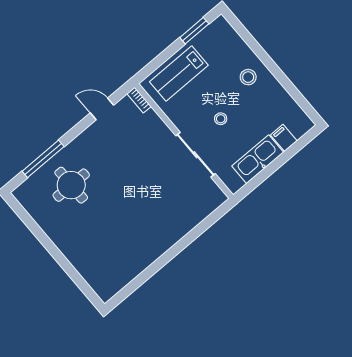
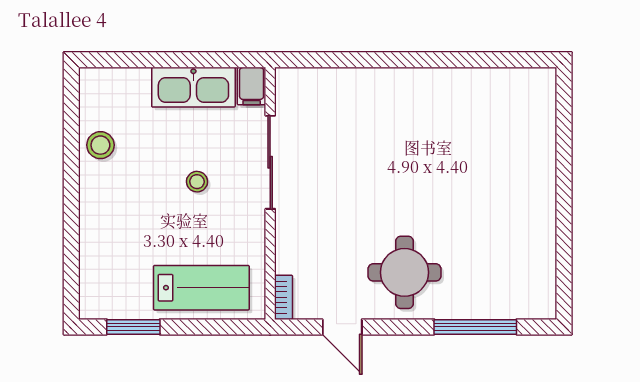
stool: (248, 77) -> (100, 145), moved
filing cabinet: (284, 138) -> (252, 86), moved
round table: (71, 185) -> (404, 272), moved

